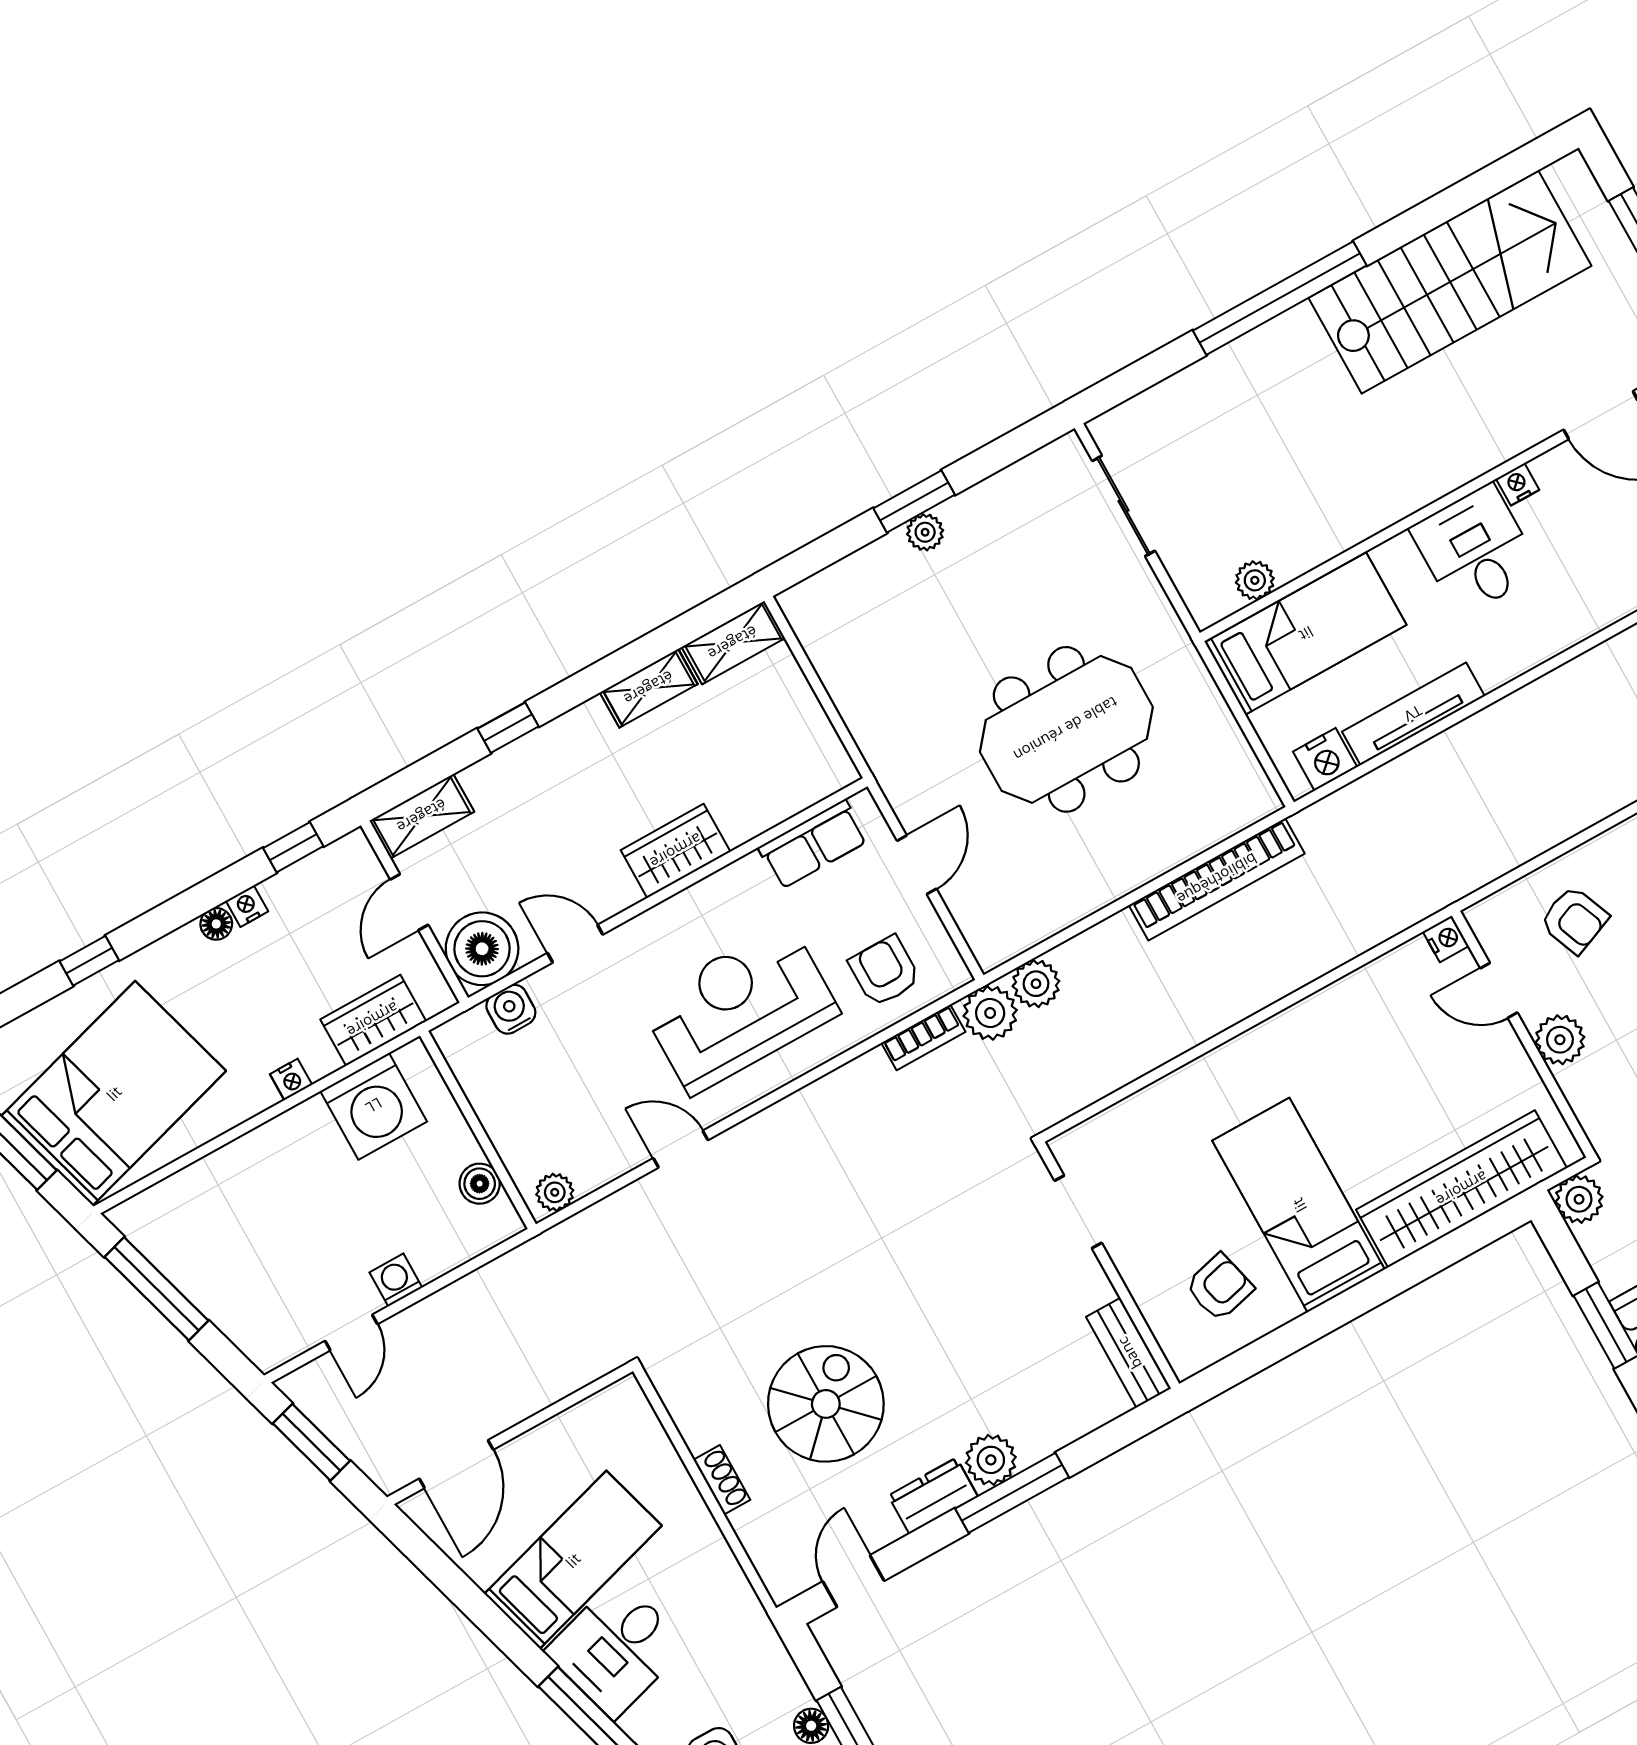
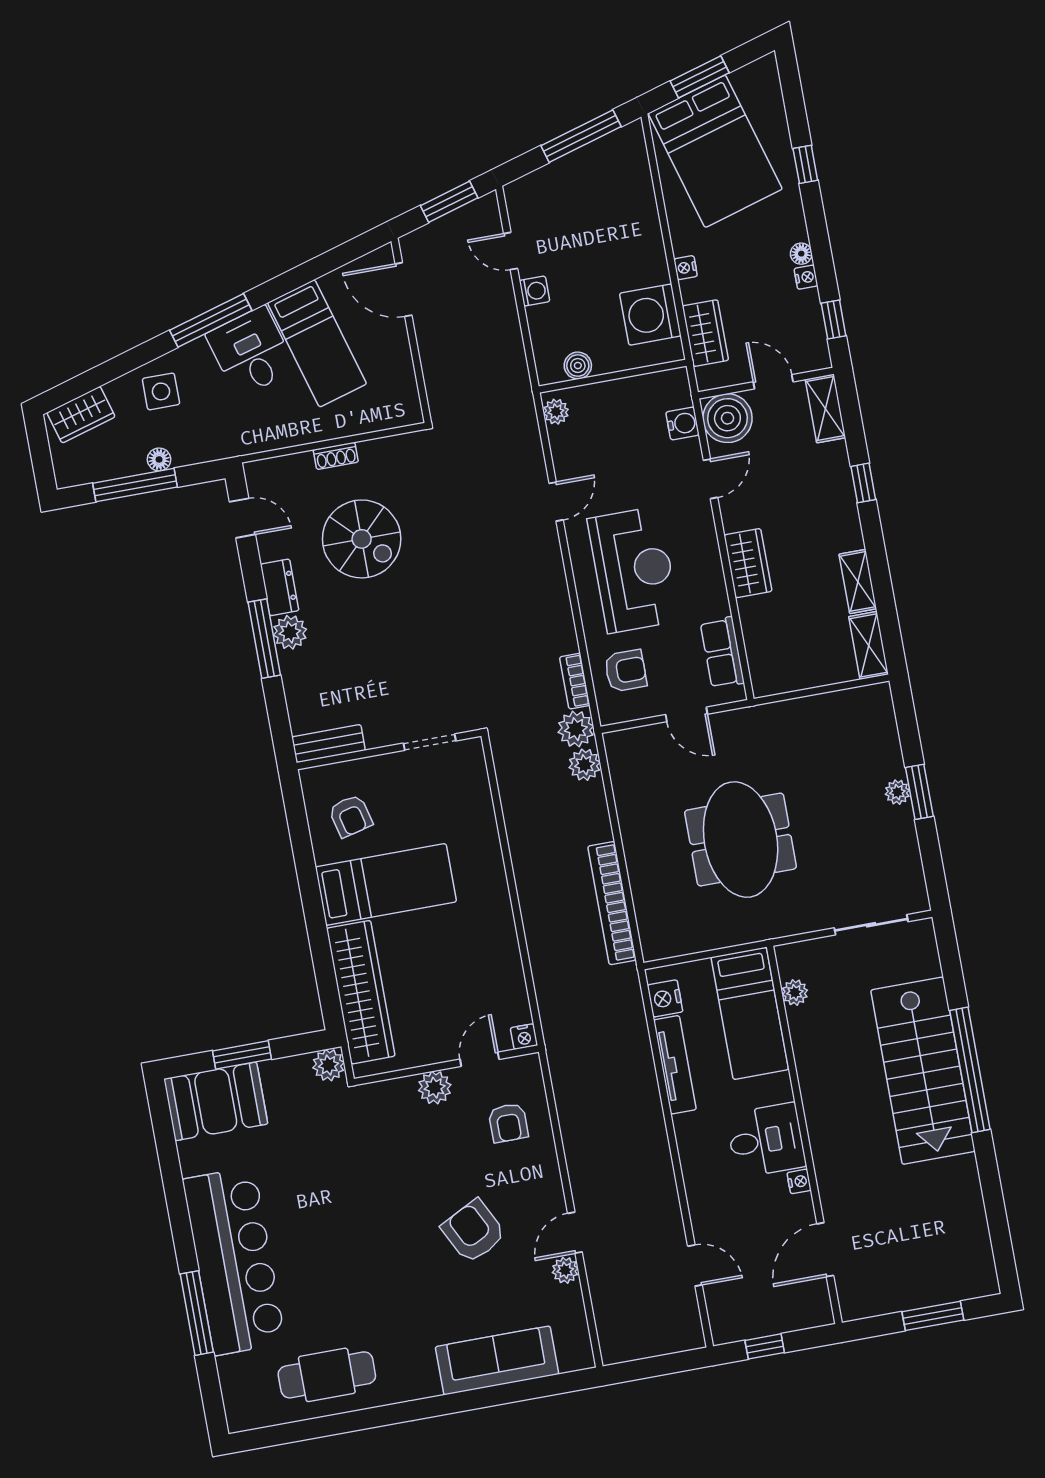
stairs: (1450, 282) -> (923, 1071), moved
armchair: (1574, 920) -> (508, 1123), turned -68

